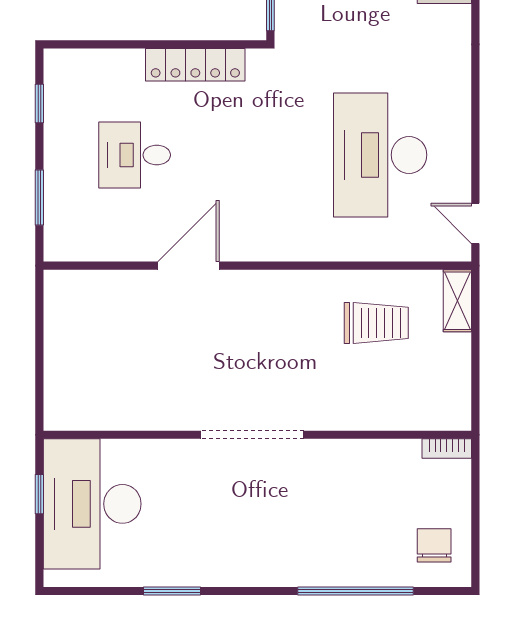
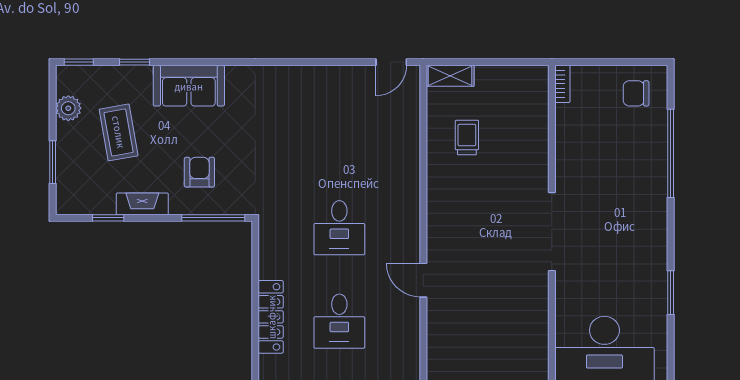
locker: (195, 65) -> (271, 317), moved
desk: (380, 155) -> (339, 228), moved, width x0.53, depth x0.77
door: (188, 266) -> (423, 280), width x0.73
trolley: (376, 323) -> (467, 137), width x0.73, depth x0.72

